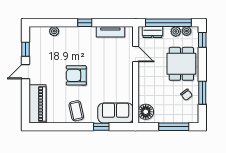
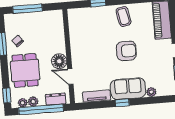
floor lamp: (146, 112) -> (59, 61), moved
sofa: (116, 113) -> (128, 89), moved, turned 180

